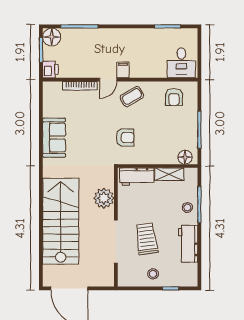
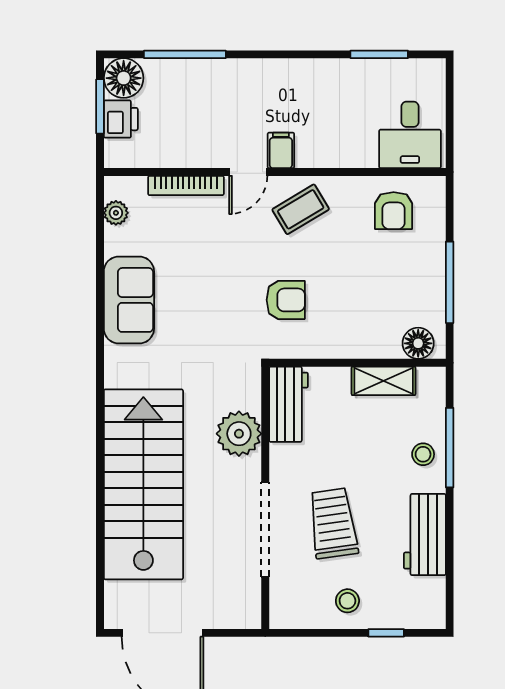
printer: (50, 69) -> (121, 119), moved
plant: (48, 98) -> (116, 213), added
workbench: (137, 177) -> (289, 404), moved, turned -90

